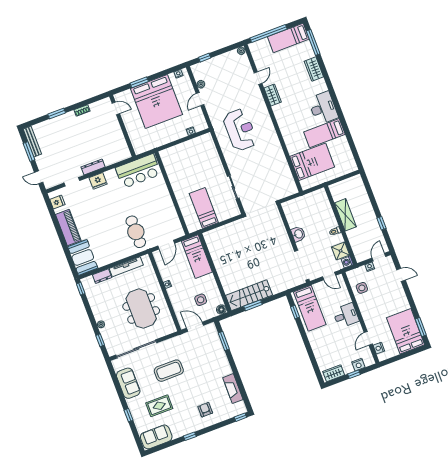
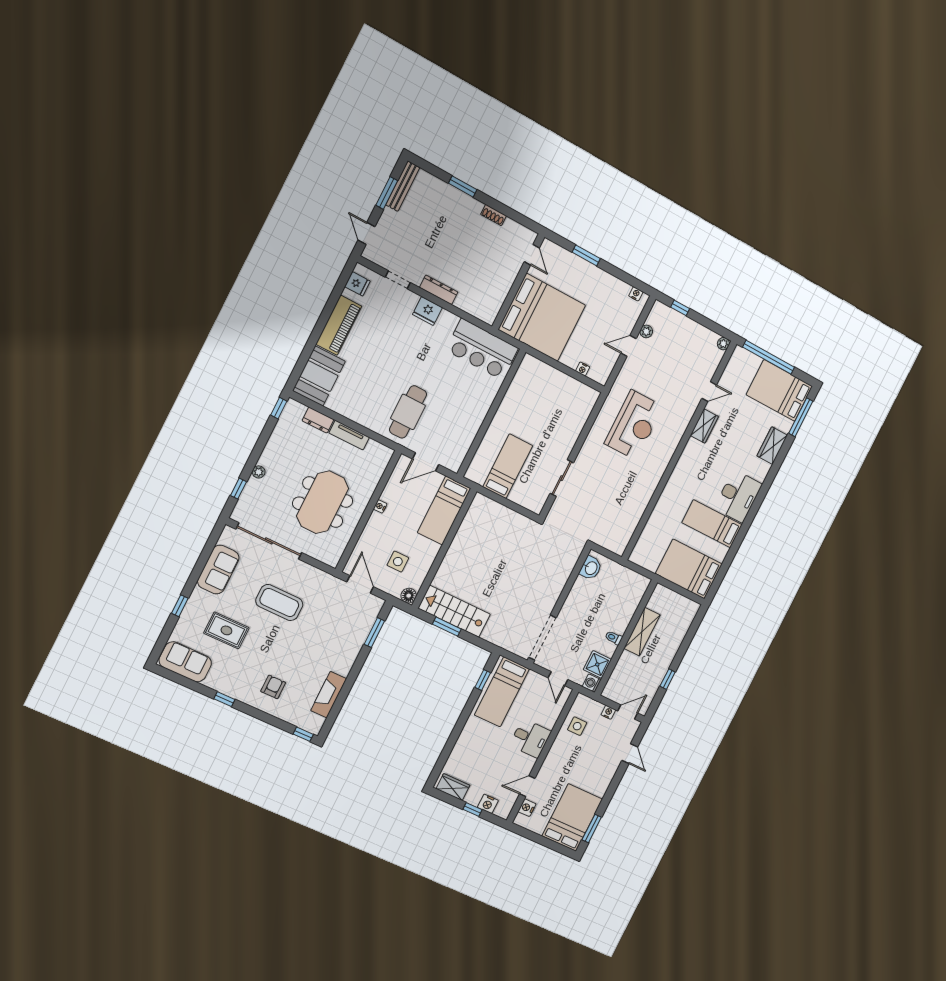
bed: (288, 38) -> (779, 390), width x1.50
bed: (156, 102) -> (542, 317), moved, turned -90
bed: (312, 162) -> (689, 569), moved, turned 180
washbasin: (298, 234) -> (591, 568), moved
tv unit: (126, 267) -> (349, 435), width x0.71

